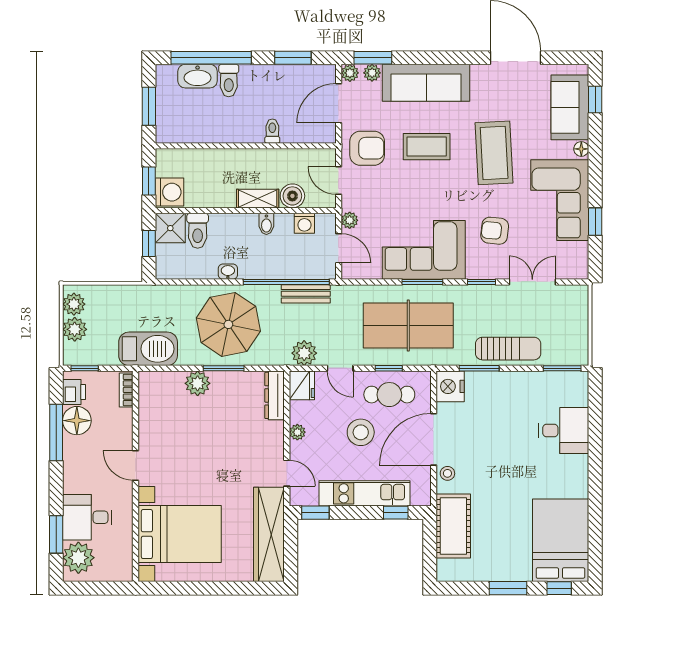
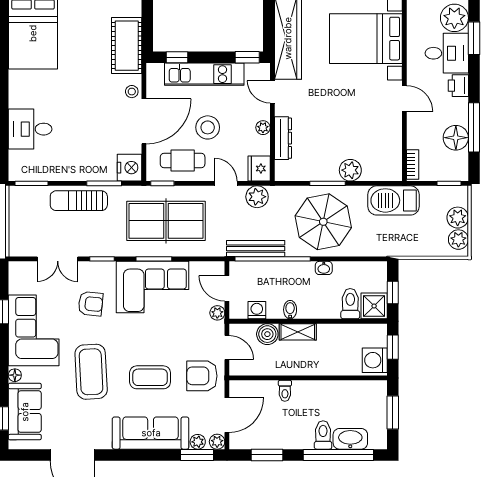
washing machine: (170, 192) -> (375, 360), moved
bench: (306, 294) -> (256, 249), width x1.36
window: (389, 368) -> (162, 183), moved
printer: (74, 392) -> (458, 86), moved
dresser: (275, 395) -> (283, 138), moved

